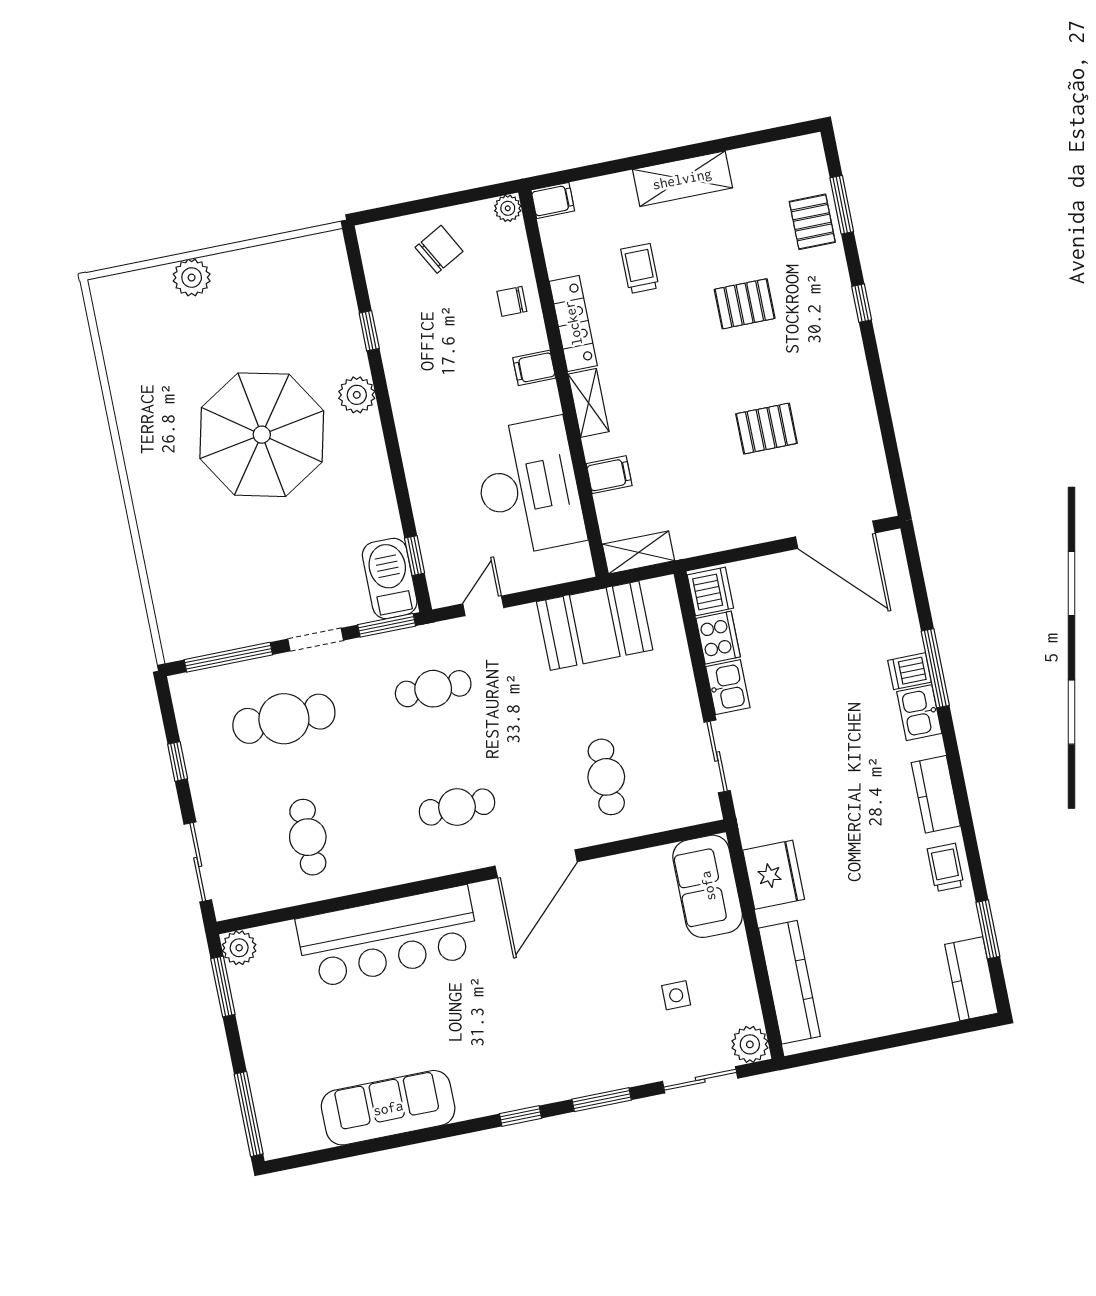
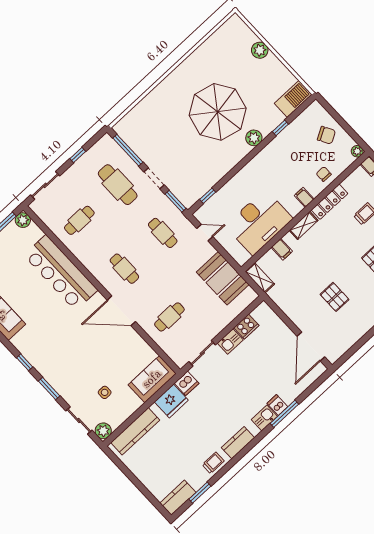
barbecue: (390, 578) -> (293, 99), moved
dishwasher: (710, 591) -> (187, 383), moved

